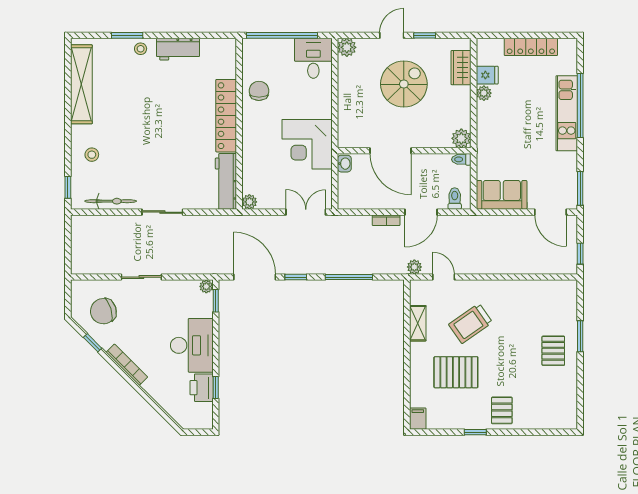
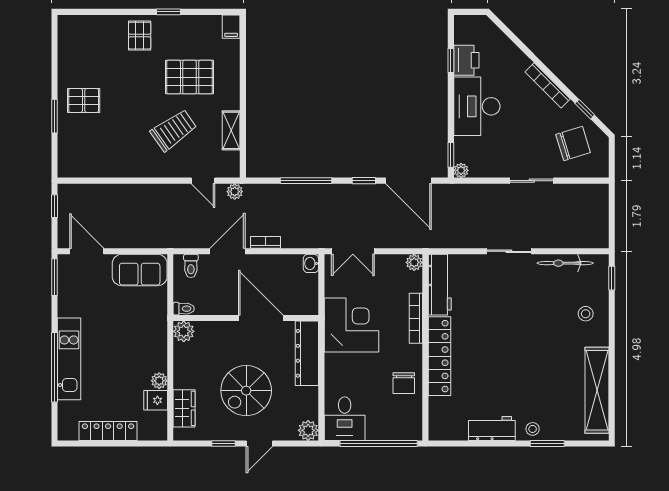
dresser: (348, 118) -> (307, 353), added
bookcase: (248, 150) -> (416, 318), added
washbasin: (344, 164) -> (311, 263), moved
pallet: (553, 351) -> (84, 100), turned 90

